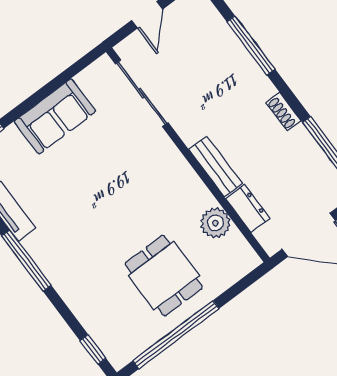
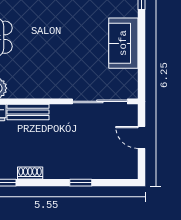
window: (251, 45) -> (81, 183), width x0.46

